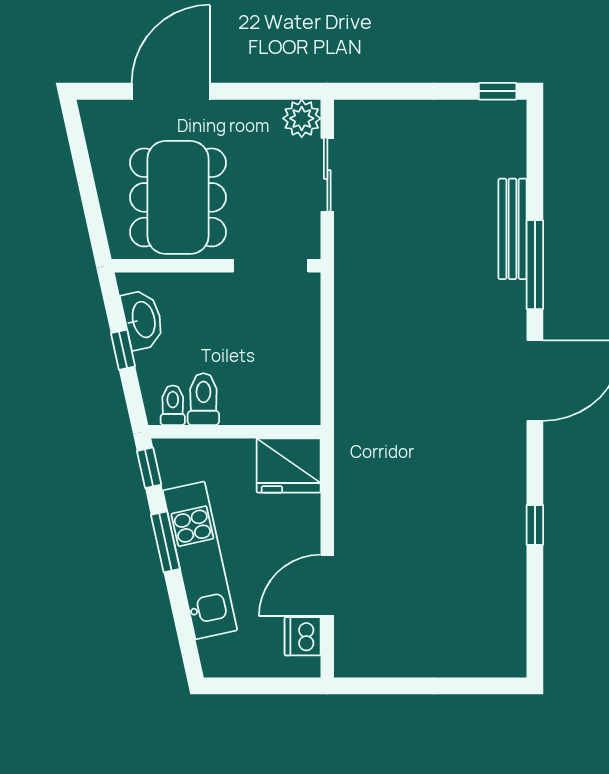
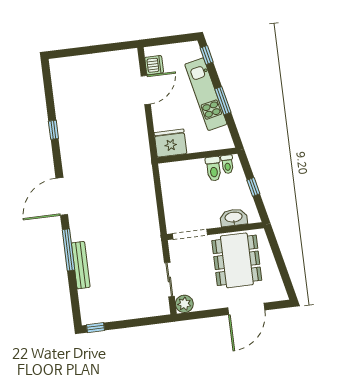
washbasin: (143, 320) -> (234, 218), moved, turned 102
window: (149, 468) -> (207, 55), moved

